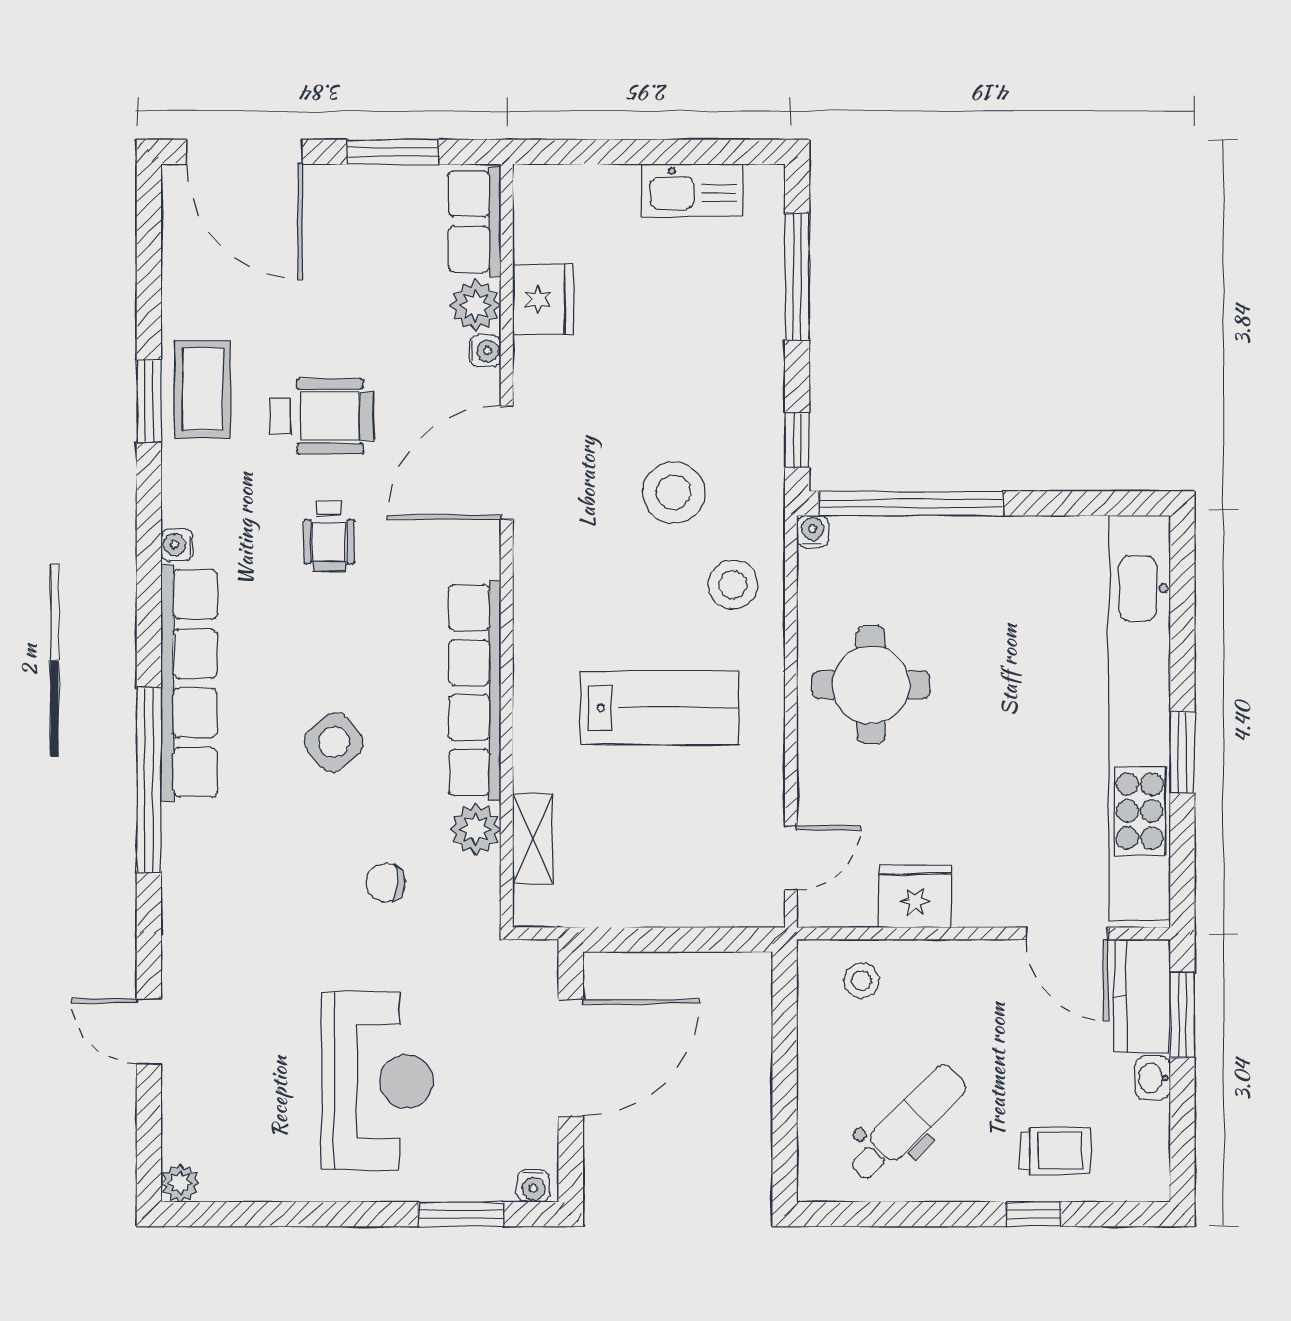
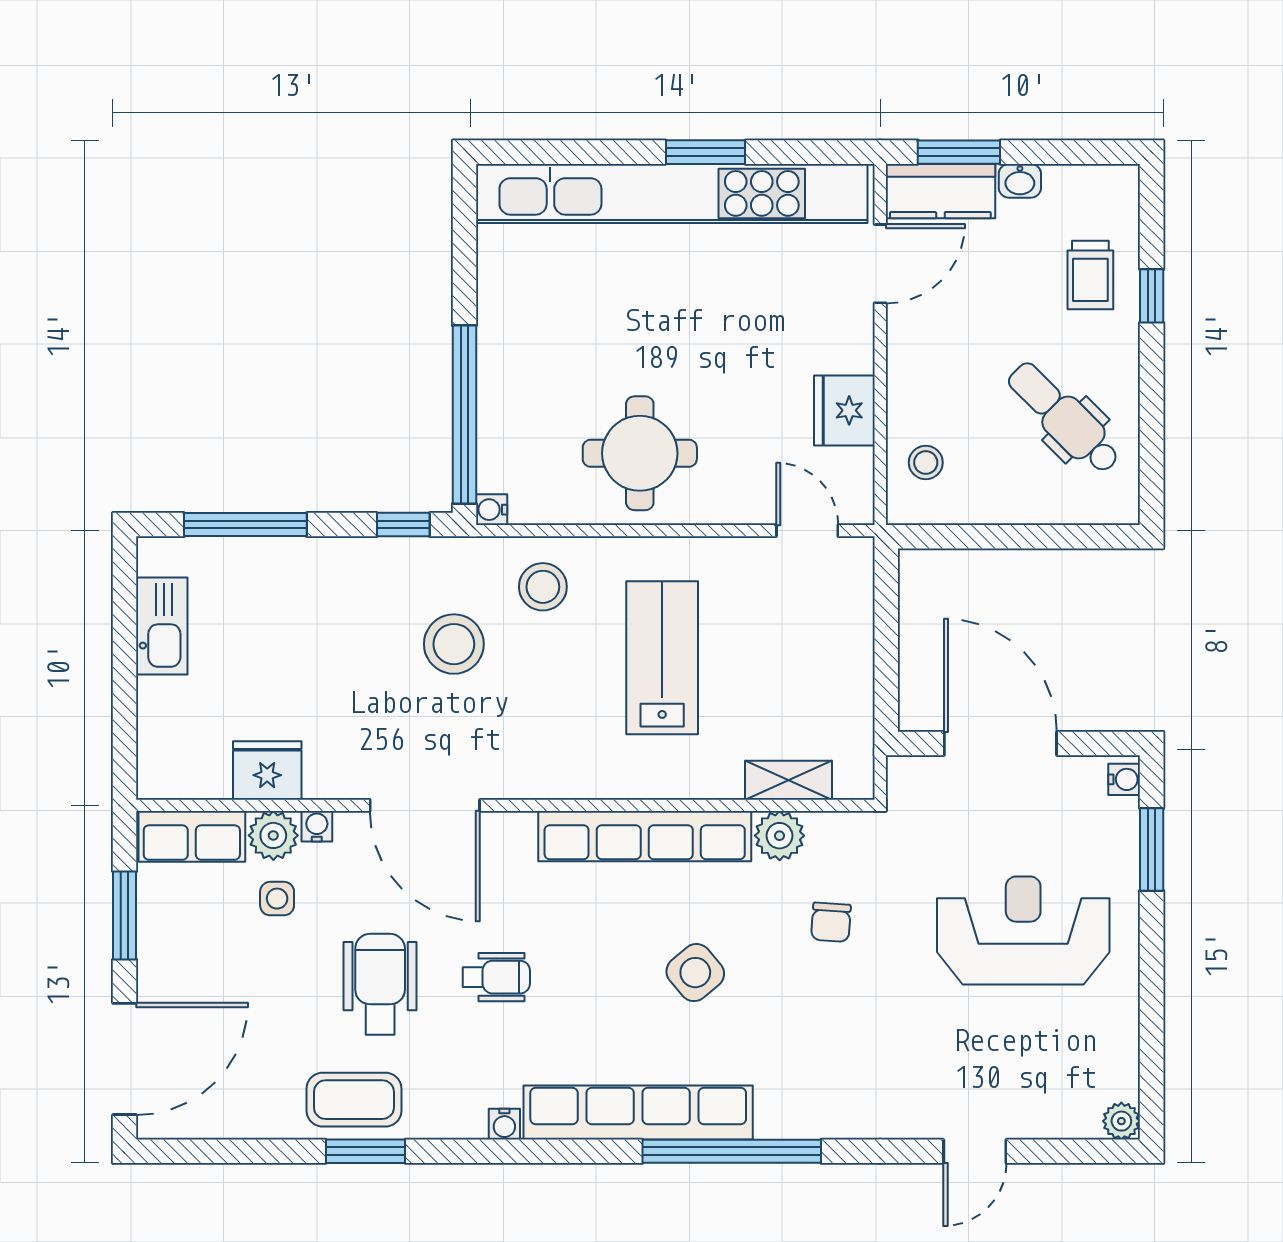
side table: (410, 310) -> (277, 899), added
trolley: (1055, 1151) -> (1090, 275), turned 180

